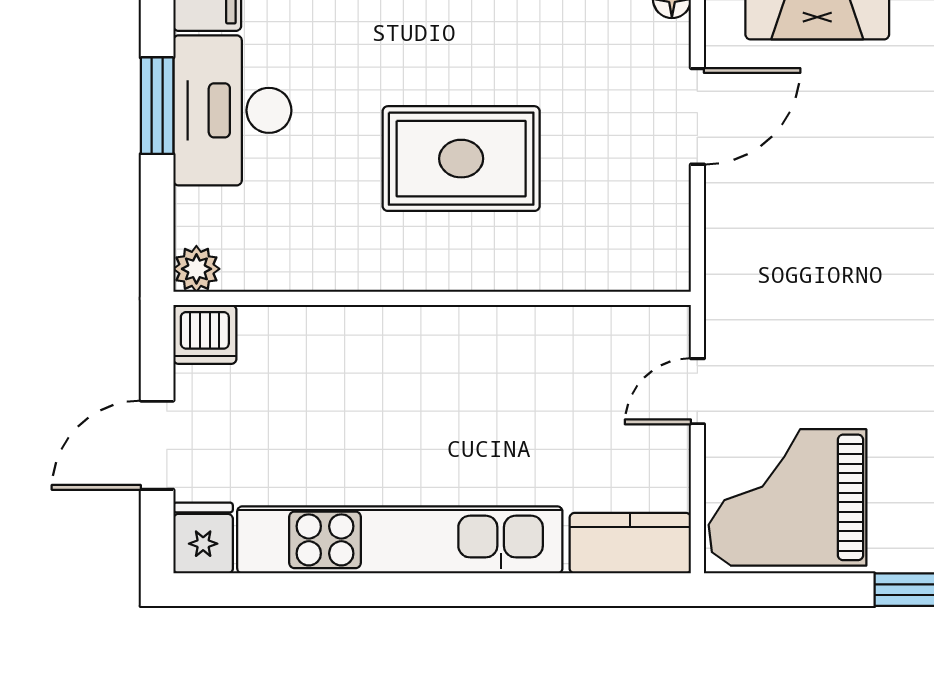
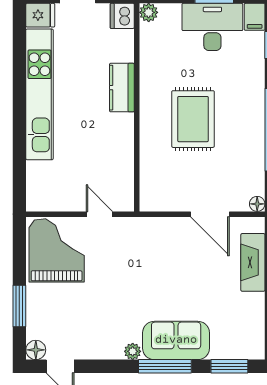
kitchen counter: (630, 543) -> (122, 88), moved, turned 180

